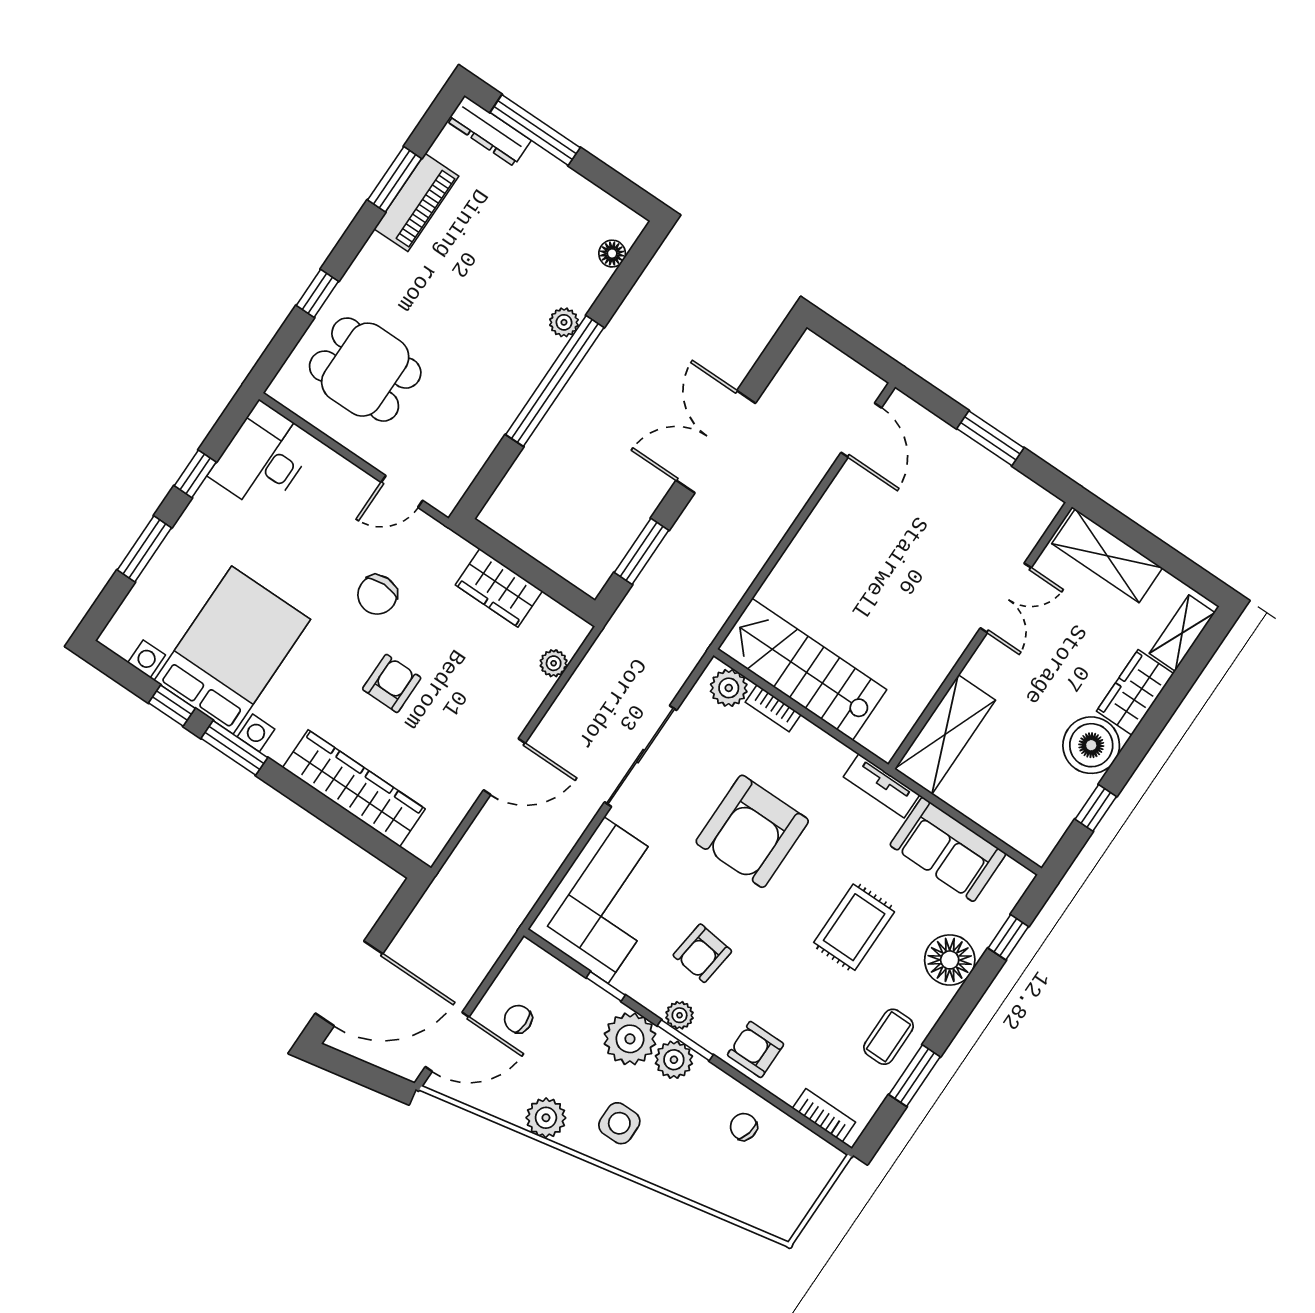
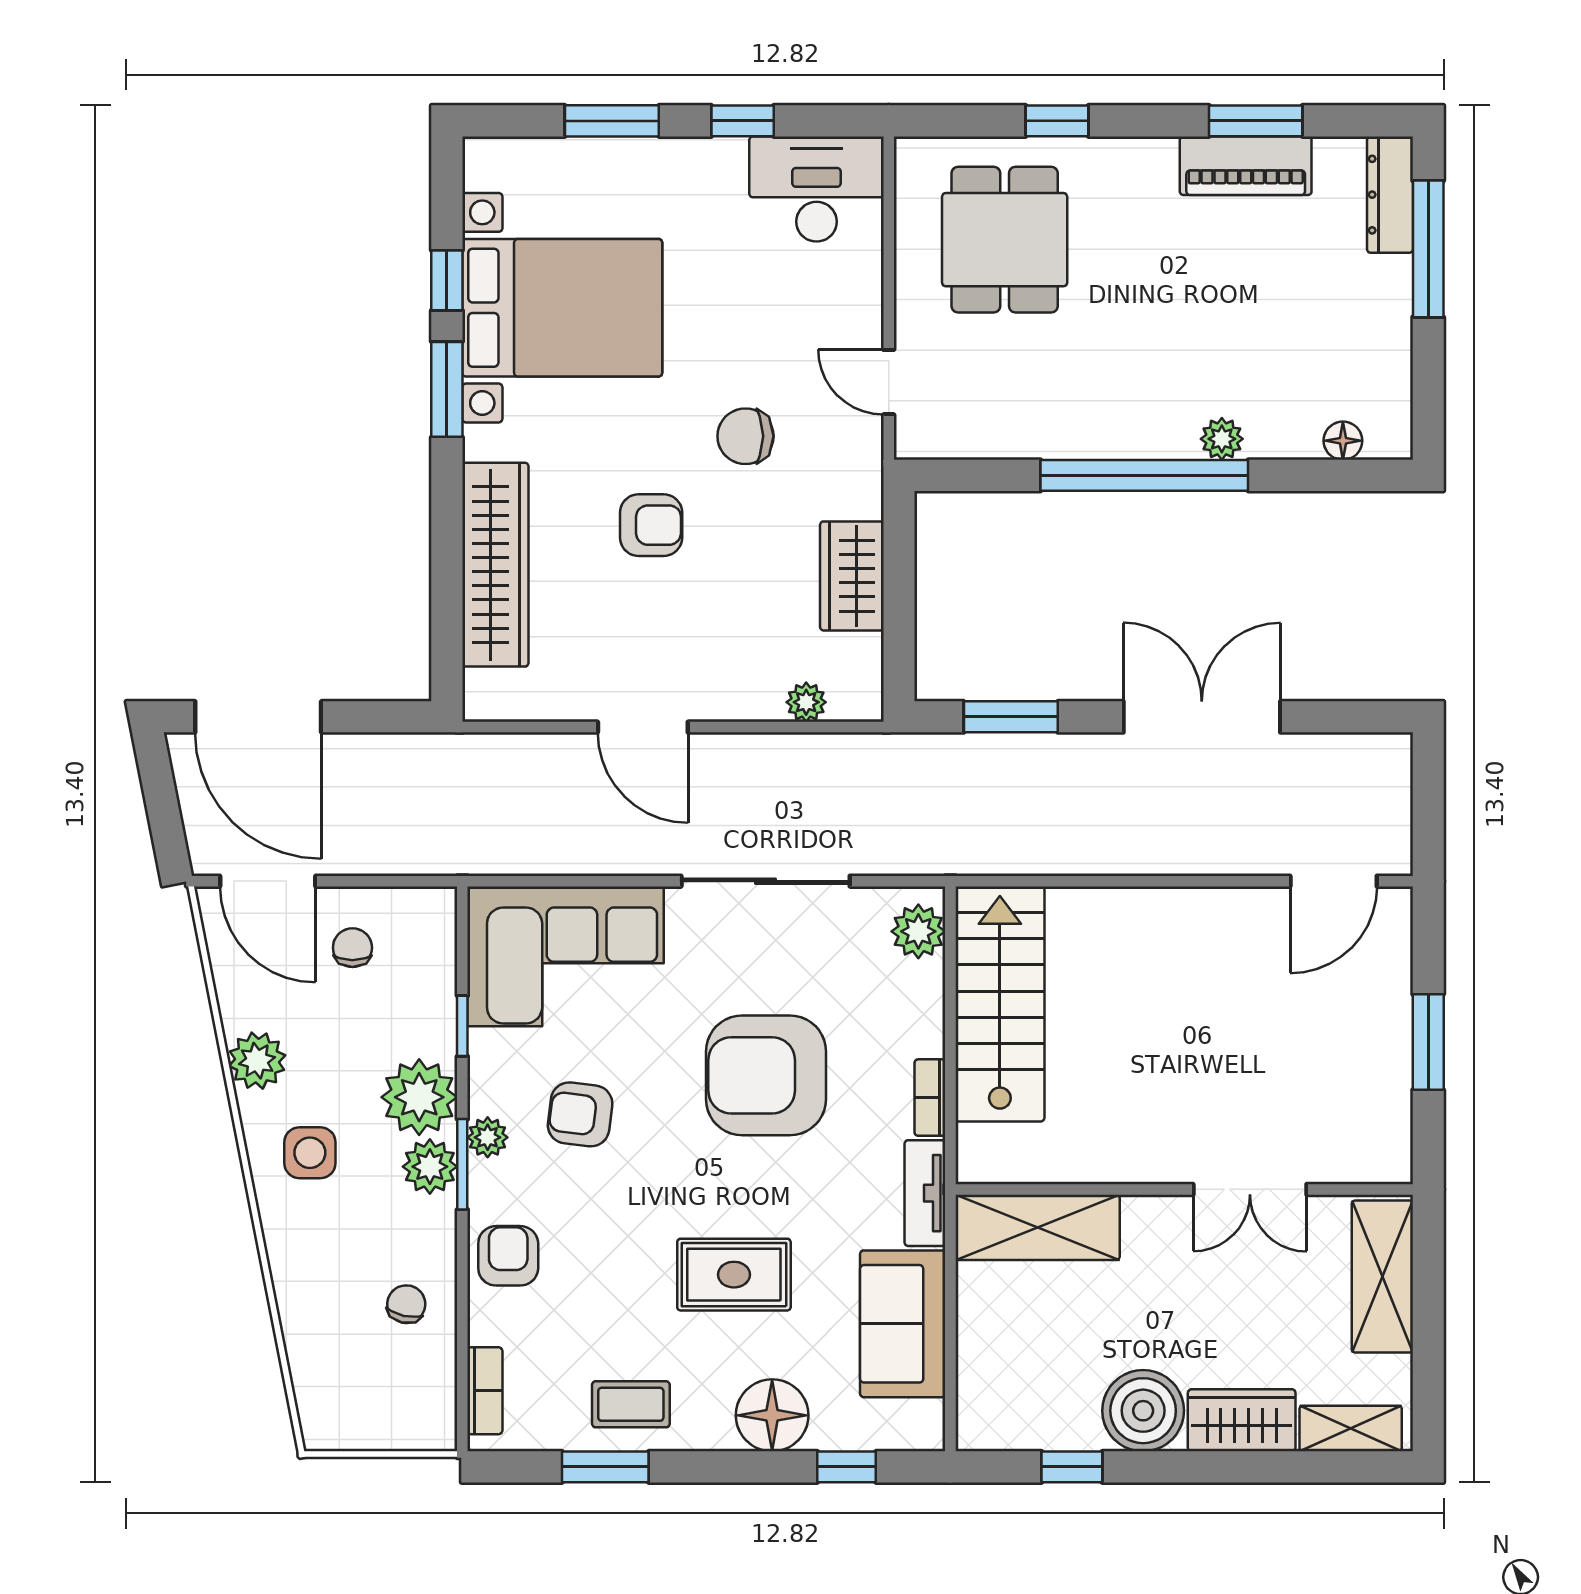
bookcase: (773, 708) -> (930, 1098), moved

